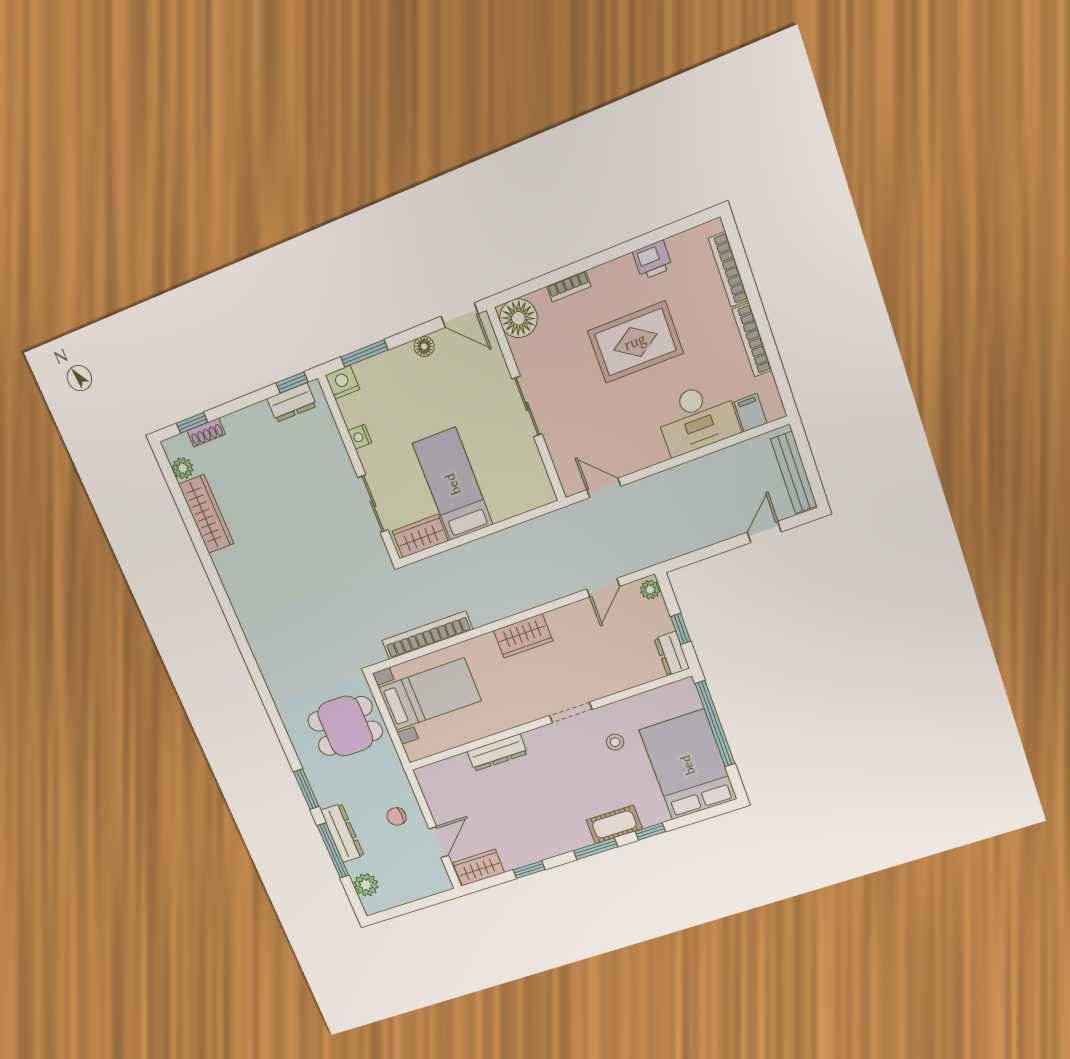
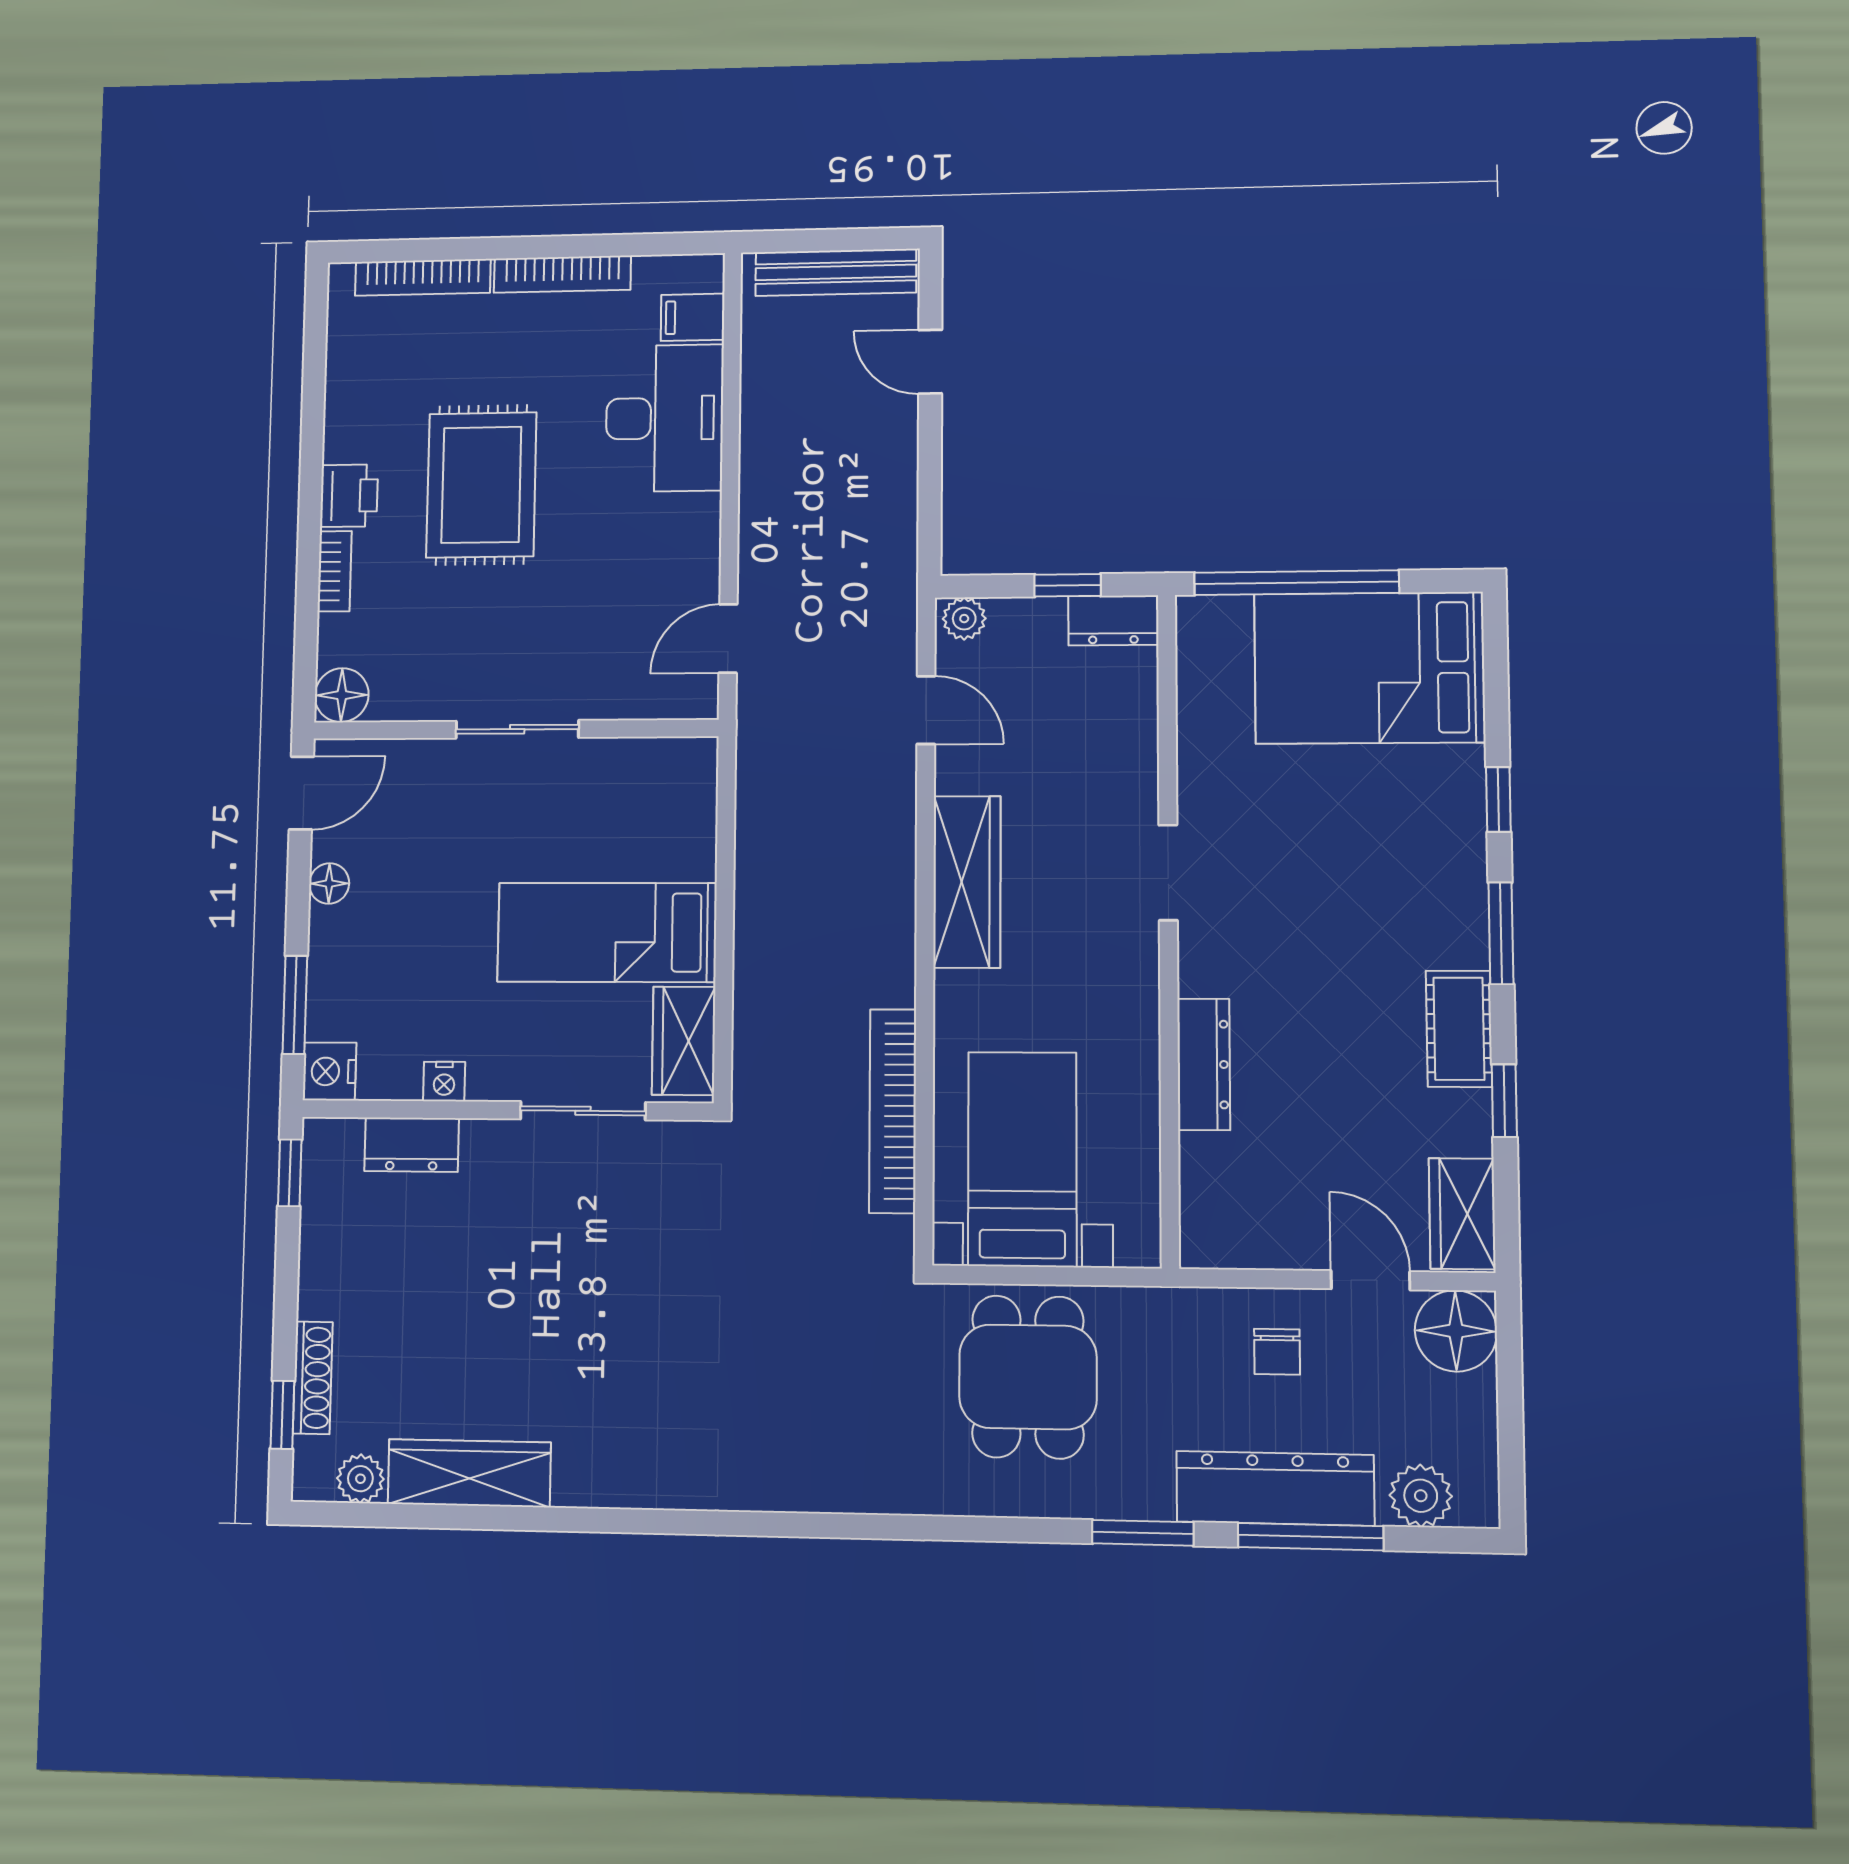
printer: (653, 260) -> (349, 496), moved
floor lamp: (518, 318) -> (342, 695), width x0.73, depth x0.73
dresser: (292, 402) -> (412, 1145), moved, turned 90
shoe rack: (206, 433) -> (313, 1378), width x1.43
wardrobe: (523, 636) -> (967, 882), width x1.50
stool: (615, 742) -> (1266, 803), removed
cot: (614, 824) -> (1459, 1029), moved
dresser: (342, 833) -> (1275, 1488), width x1.37, depth x1.24
floor lamp: (433, 879) -> (1456, 1331), added

